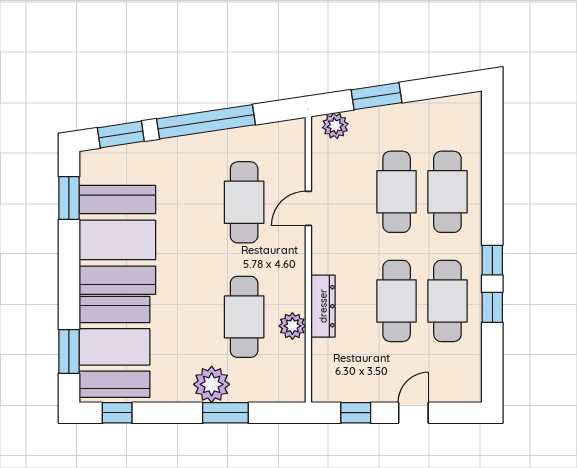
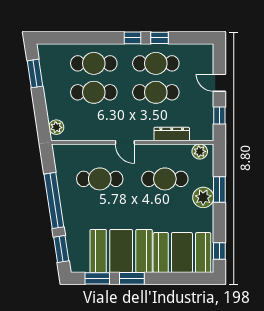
window: (376, 96) -> (35, 74), moved
door: (308, 208) -> (125, 142), moved
dresser: (323, 306) -> (172, 134), moved
plant: (292, 326) -> (200, 151), moved
window: (69, 351) -> (132, 278), moved

